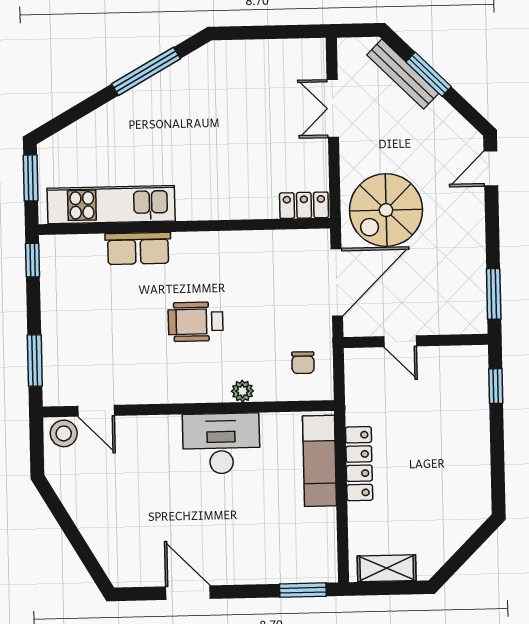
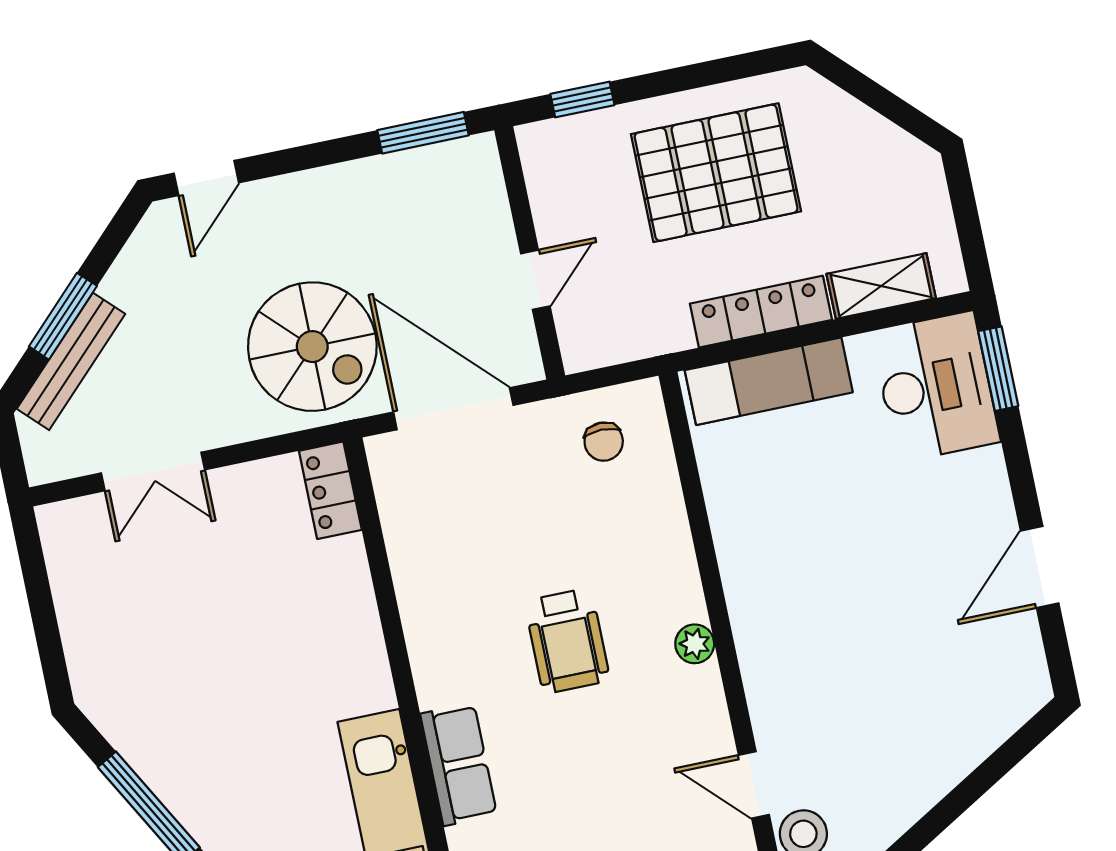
door: (491, 168) -> (206, 178), hinge flipped
chair: (303, 363) -> (604, 442), turned 90
plant: (242, 391) -> (695, 644), moved
door: (96, 411) -> (754, 785), swing flipped
desk: (221, 444) -> (936, 387), moved, turned 180
pallet: (441, 453) -> (716, 173), added
shelving: (387, 568) -> (881, 286), moved, turned 90

